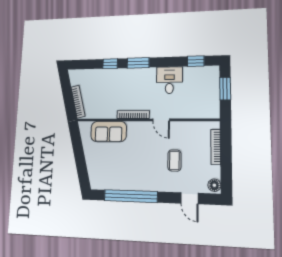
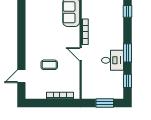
window: (138, 63) -> (128, 53), moved
door: (161, 120) -> (81, 54), hinge flipped
floor lamp: (214, 185) -> (31, 94), removed
window: (131, 196) -> (21, 32), removed

